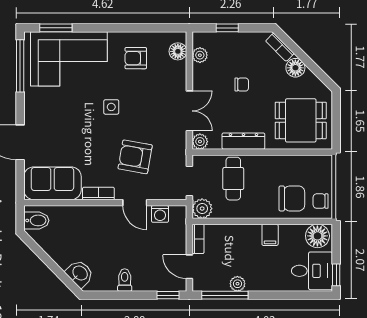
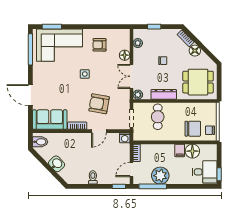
floor lamp: (178, 51) -> (125, 55), moved
double door: (189, 111) -> (131, 76), swing flipped
door: (135, 203) -> (99, 131), hinge flipped
plant: (202, 209) -> (139, 135), removed
washing machine: (160, 214) -> (125, 138), moved
floor lamp: (317, 236) -> (192, 151), moved
door: (189, 267) -> (131, 170), hinge flipped
washbasin: (80, 273) -> (57, 164), moved
plant: (237, 284) -> (160, 176), width x1.88, depth x1.88

